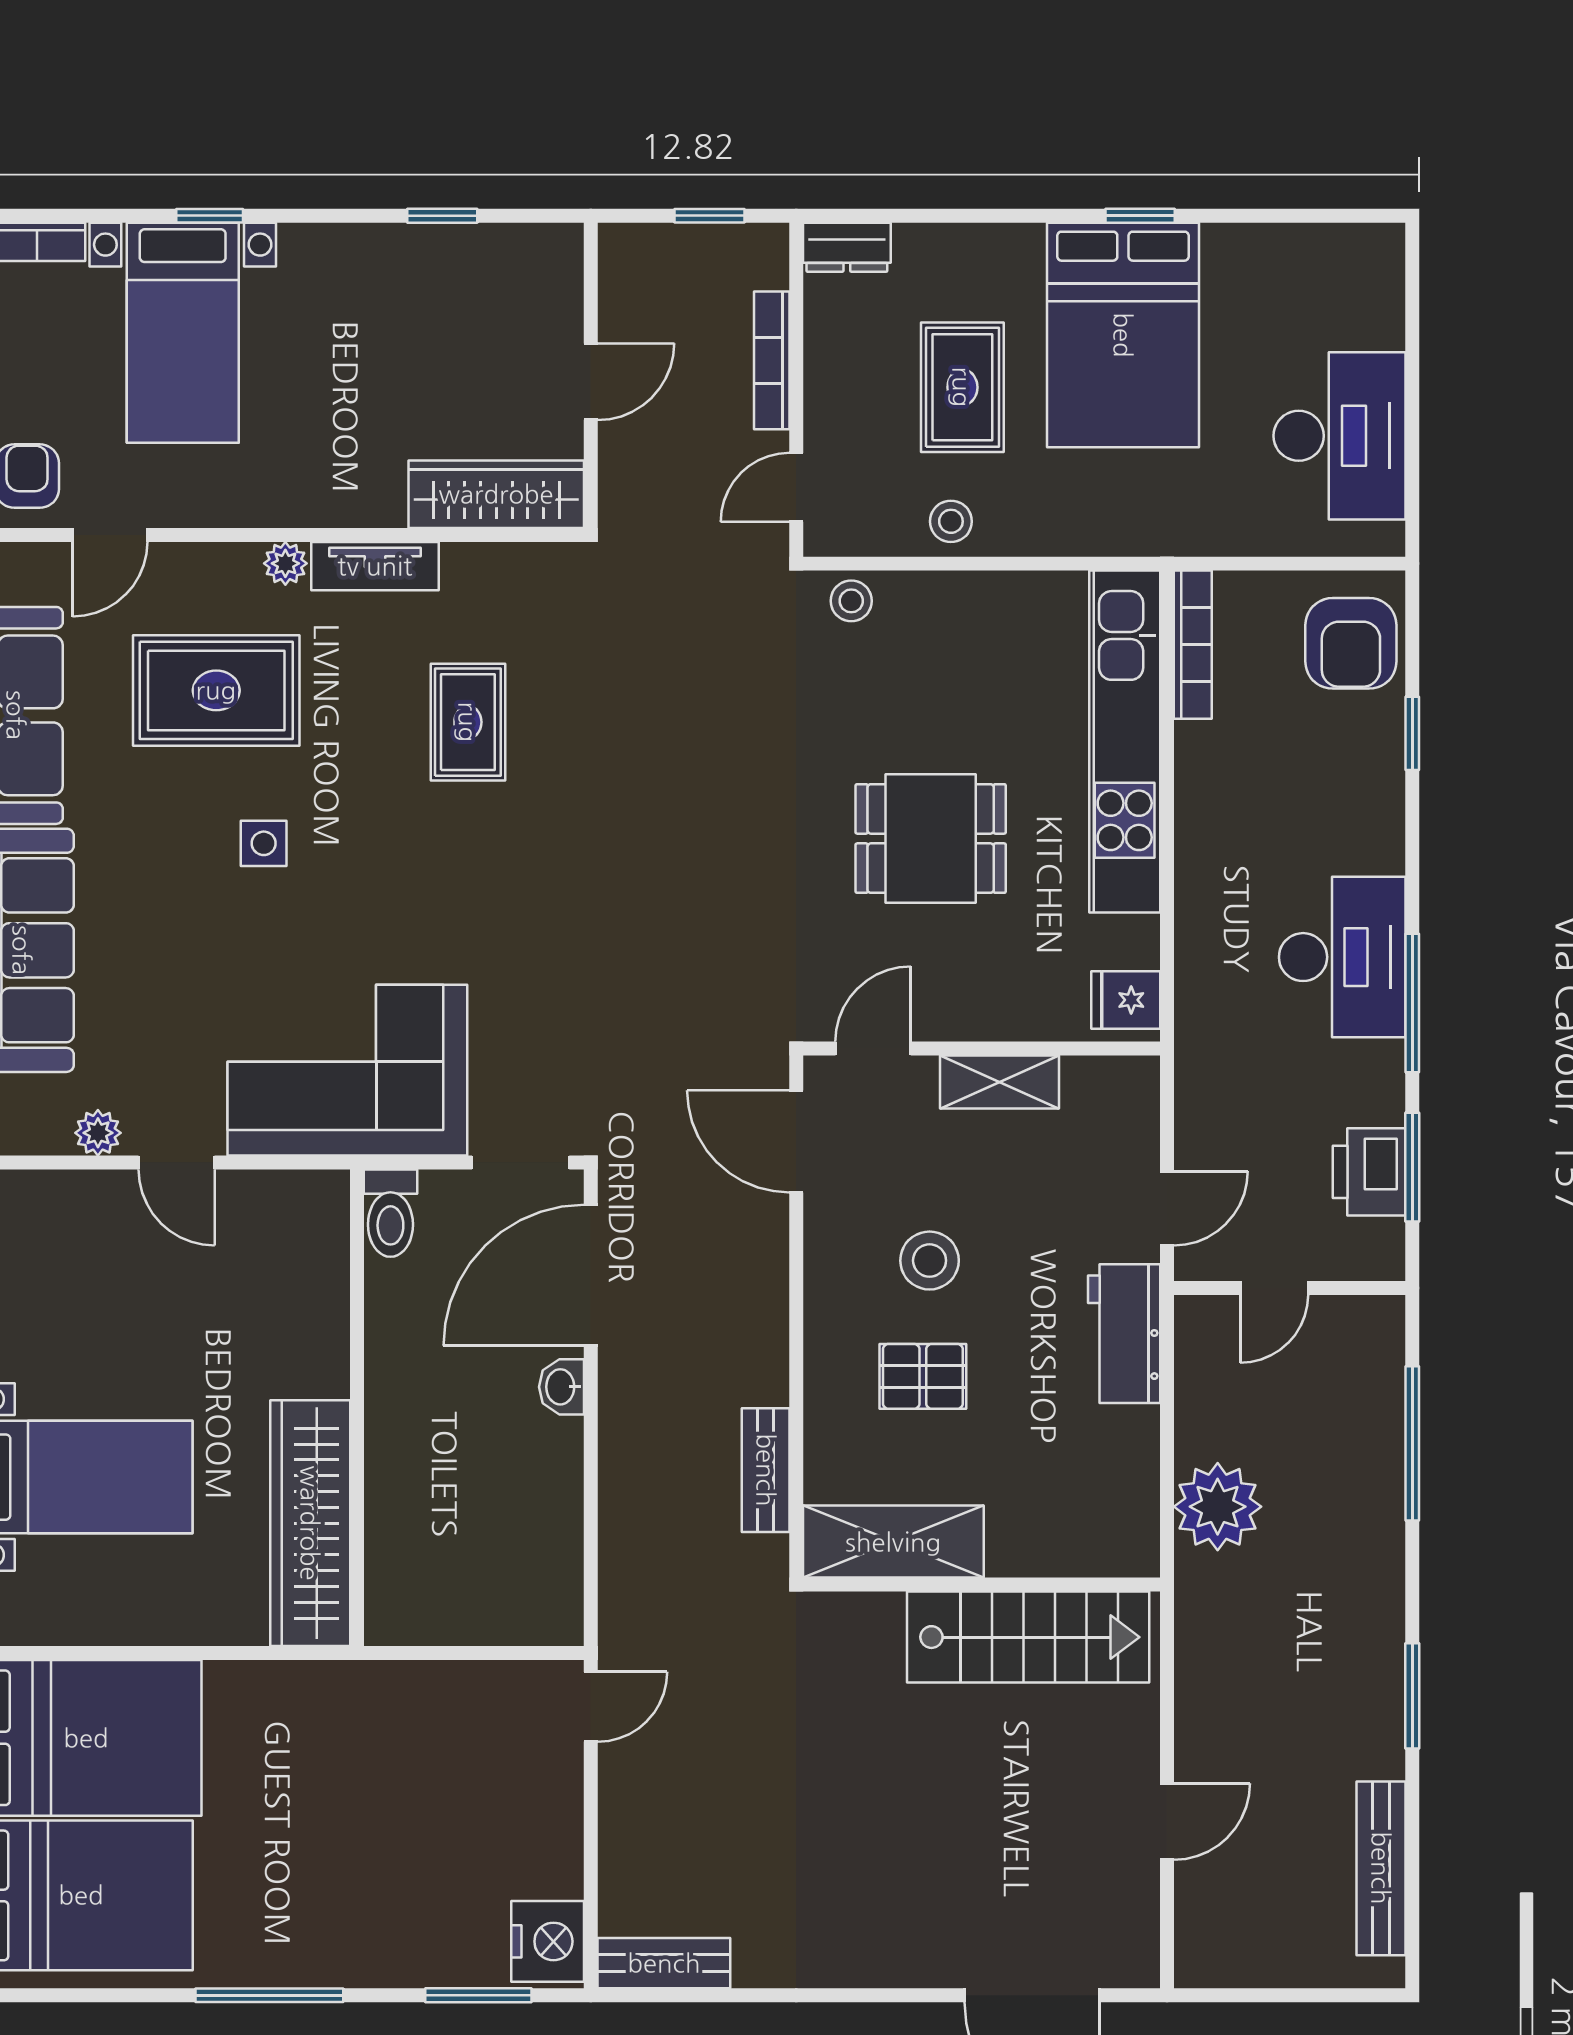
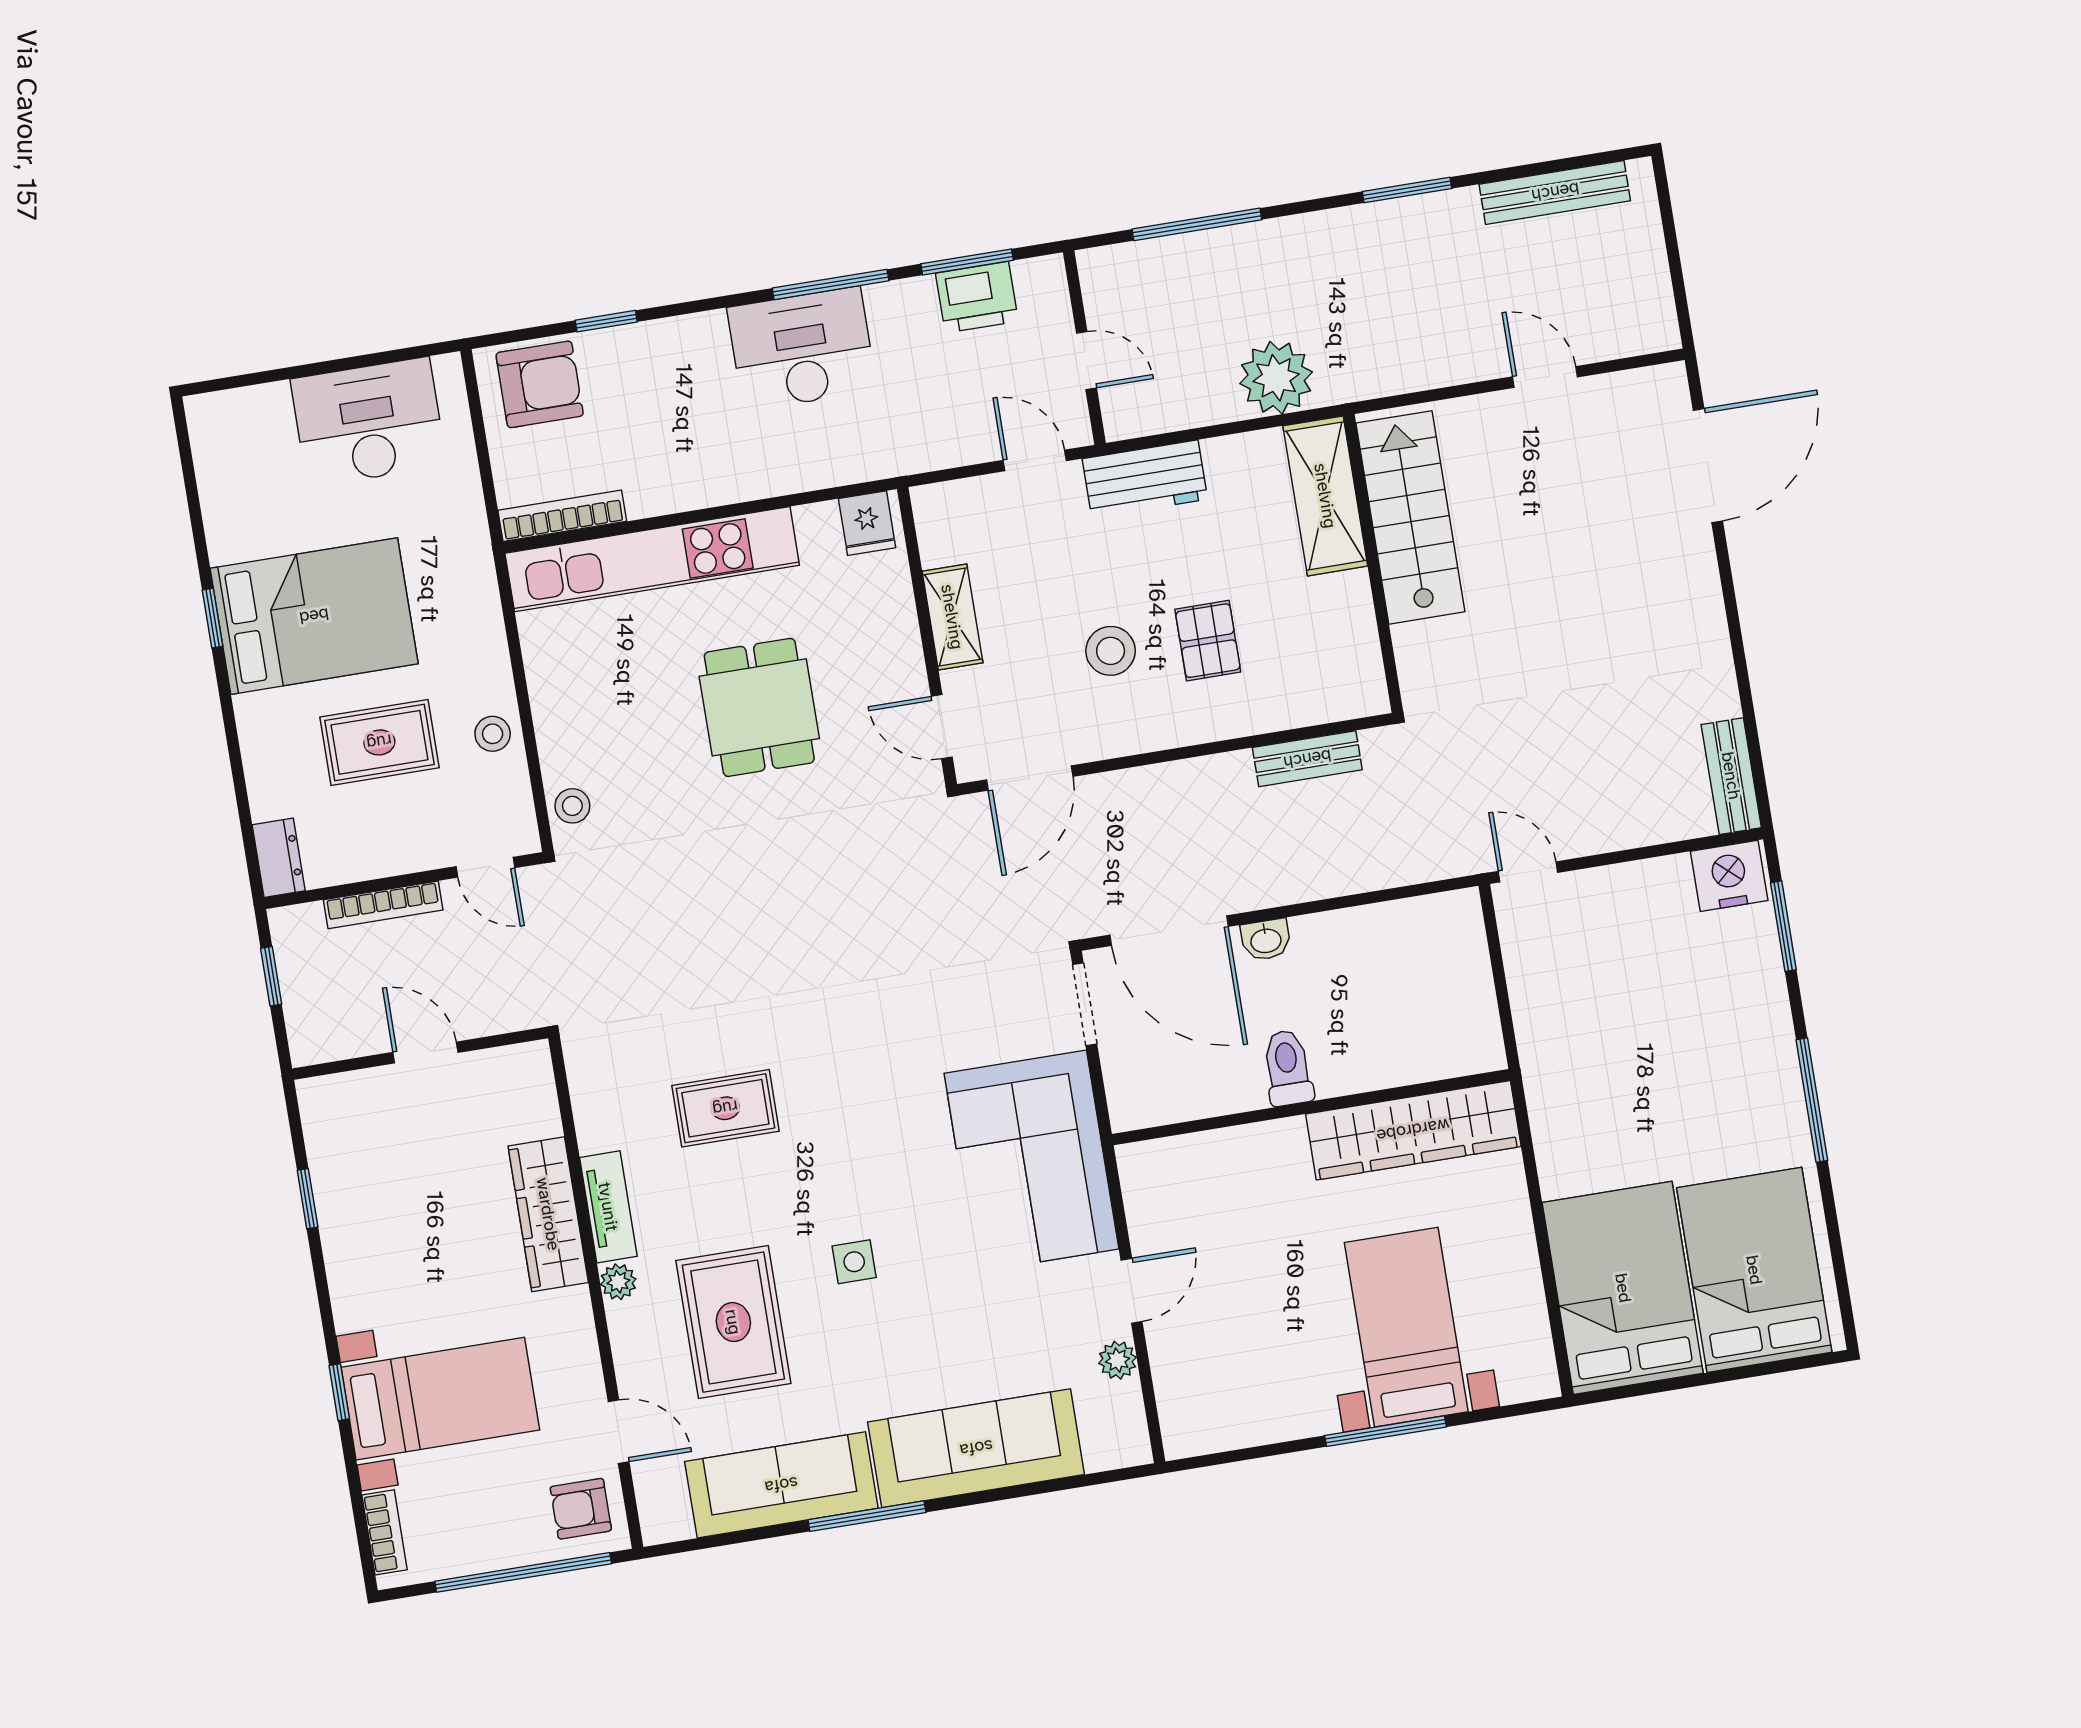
wardrobe: (496, 494) -> (548, 1214), moved
toilet: (390, 1213) -> (1288, 1068), moved, turned -90
shelving: (893, 1542) -> (1325, 496), moved

